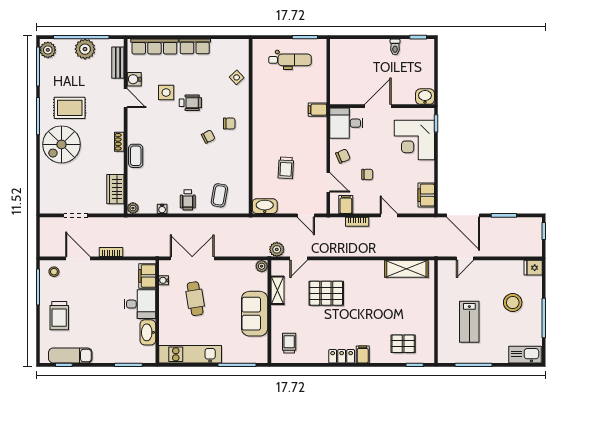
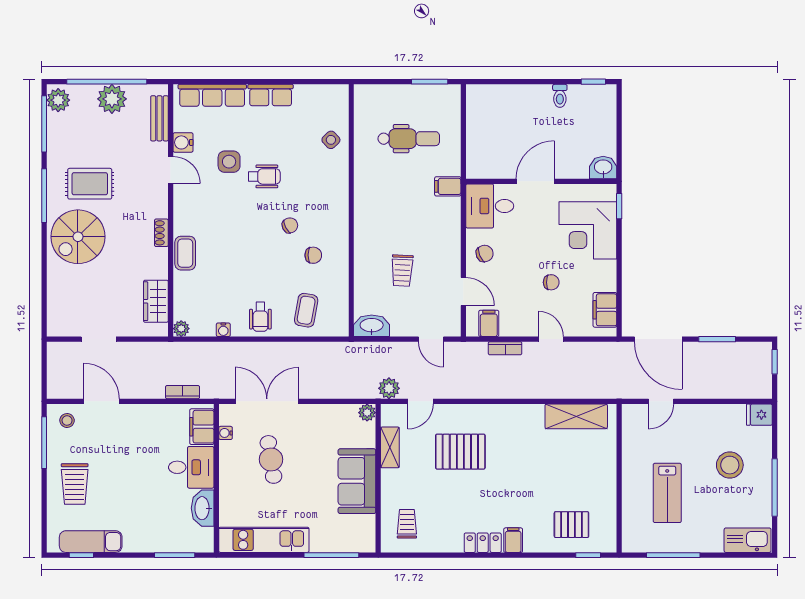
dental chair: (290, 60) -> (409, 139), moved
chair: (229, 123) -> (313, 255), moved
chair: (367, 174) -> (551, 282), moved
bookcase: (111, 252) -> (183, 392), moved

